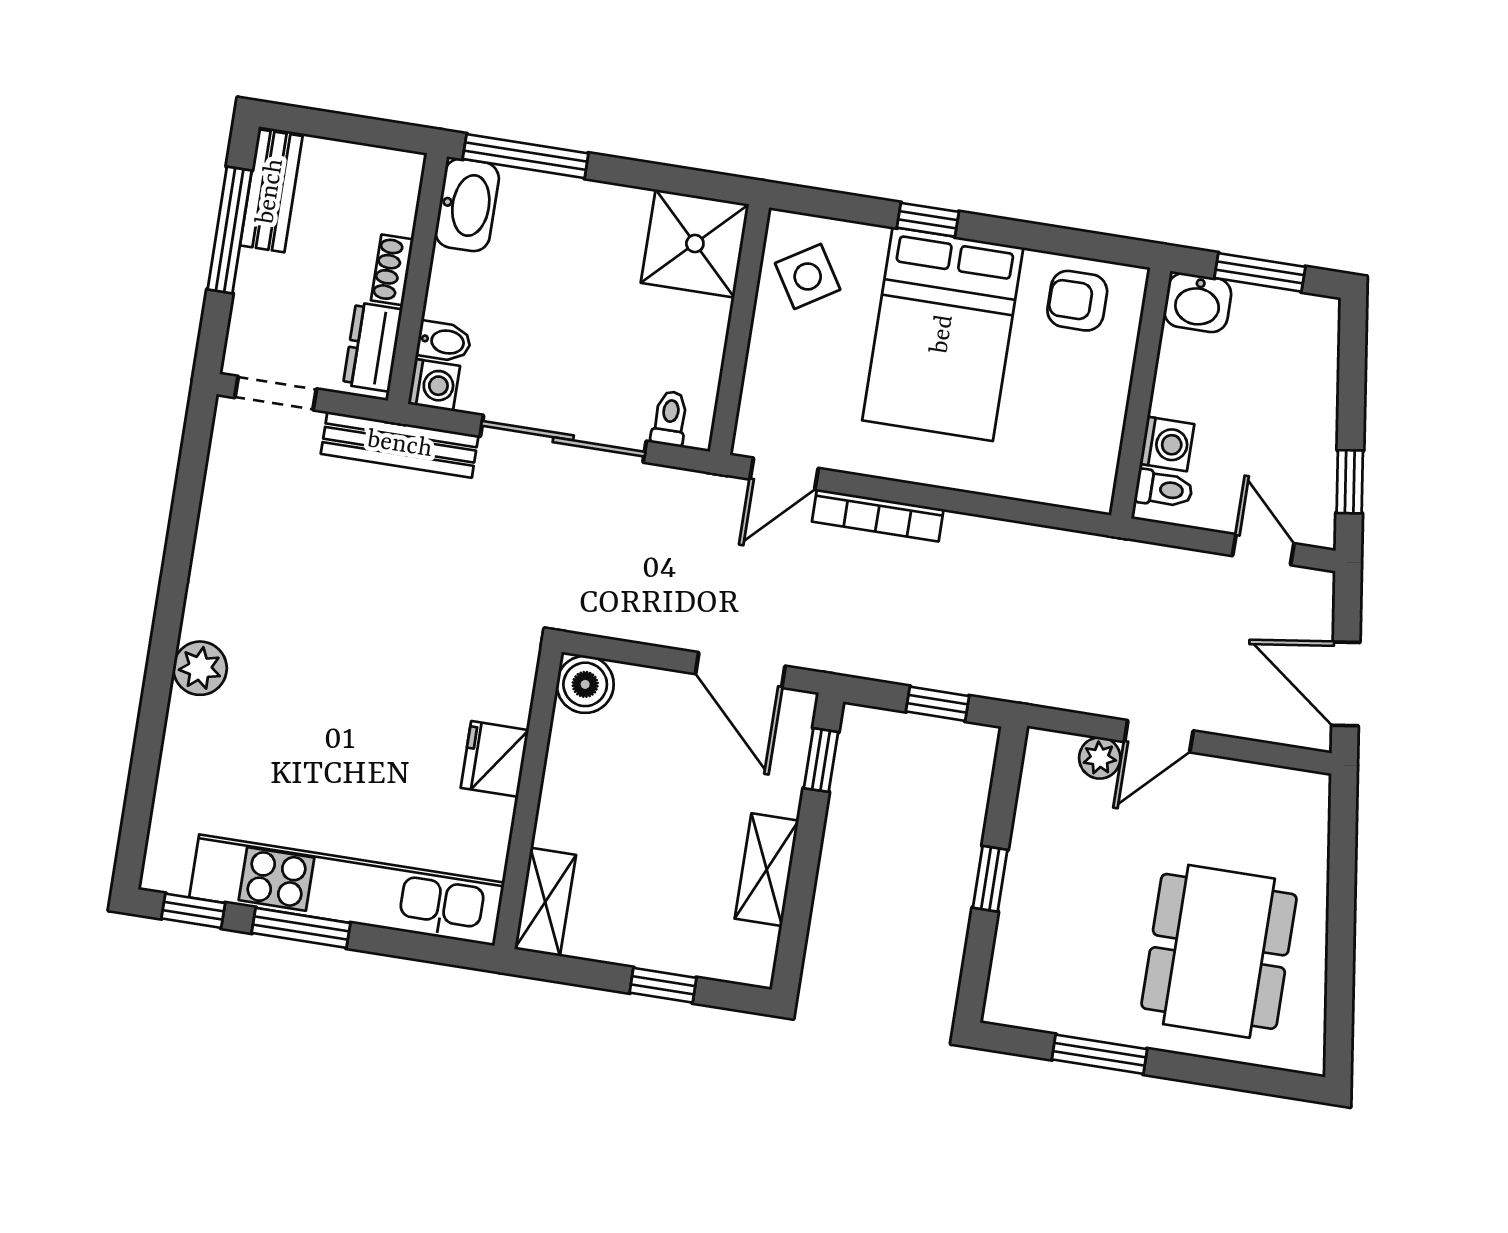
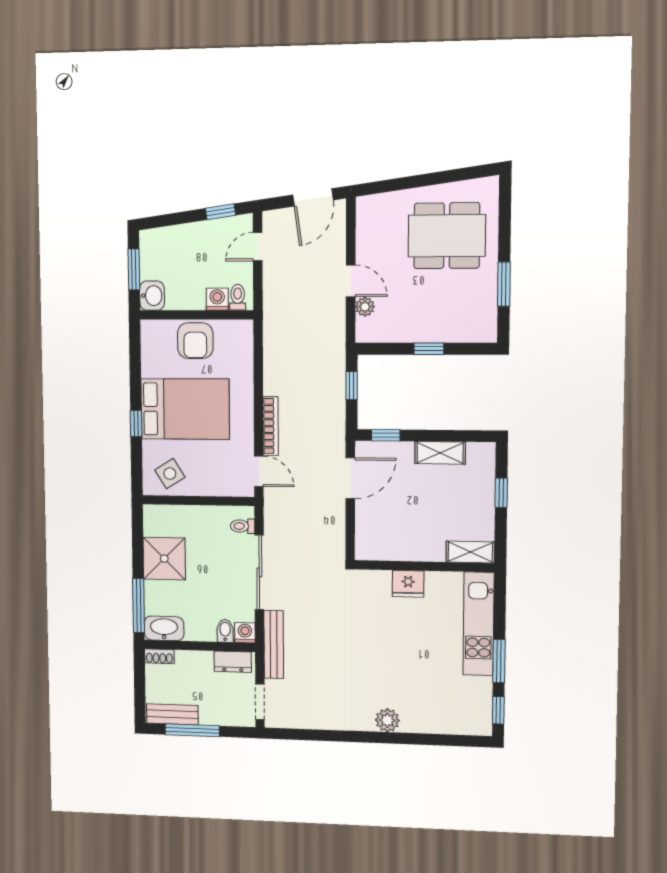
shower: (695, 244) -> (164, 559), moved
shoe rack: (392, 270) -> (159, 656), moved
armchair: (1077, 301) -> (195, 341), moved, width x1.38, depth x1.38
boiler: (585, 684) -> (368, 547), removed
kitchen unit: (347, 890) -> (479, 624), width x0.73

